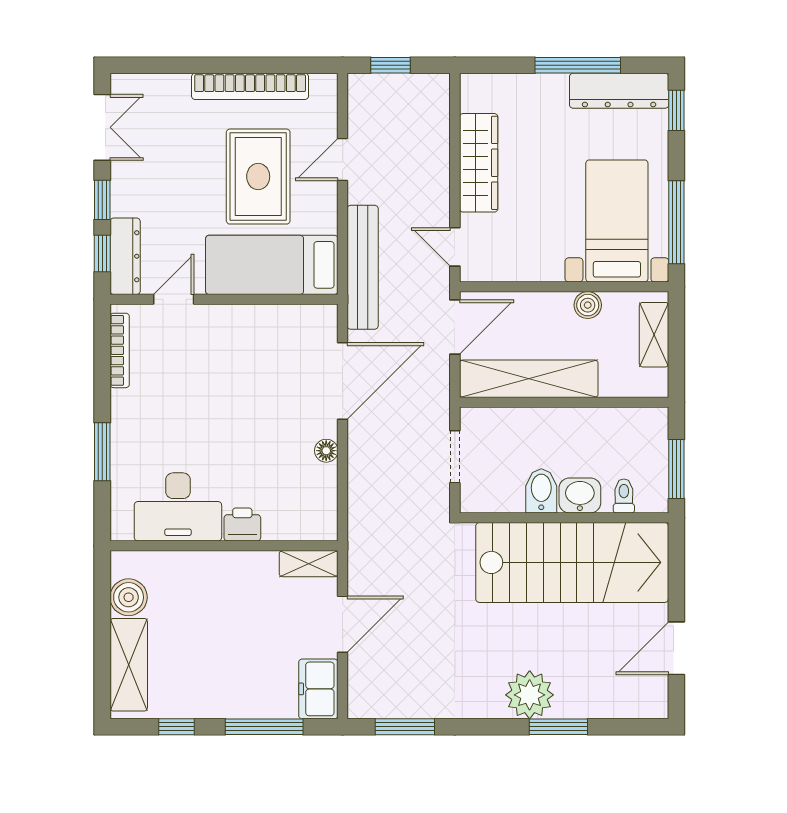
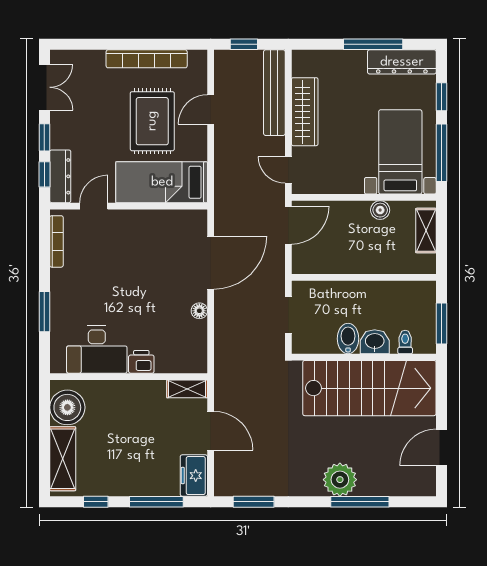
window: (676, 110) -> (441, 97), moved
bench: (363, 267) -> (274, 93), moved
shelving: (529, 379) -> (339, 261), removed
boiler: (129, 597) -> (67, 407), width x1.37, depth x1.37
door: (343, 624) -> (211, 431), hinge flipped
window: (558, 727) -> (360, 502), width x1.44

